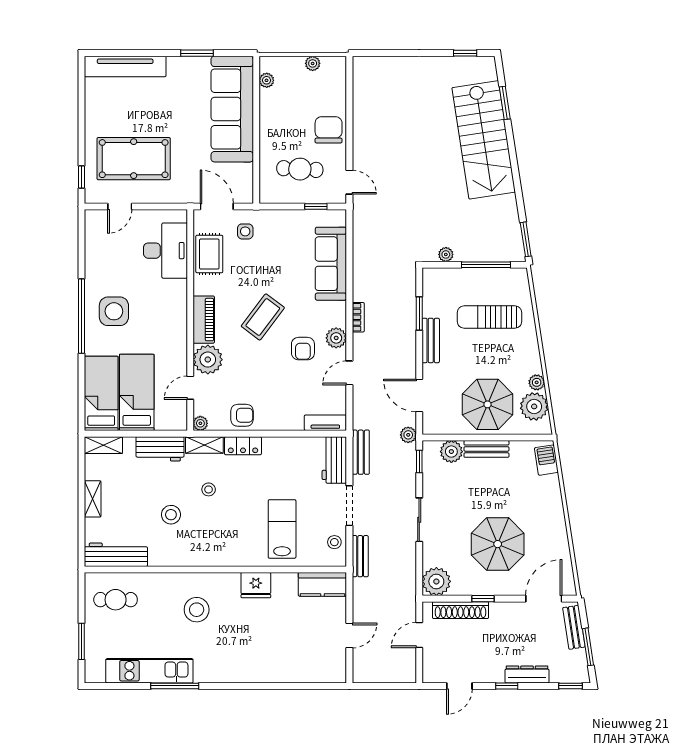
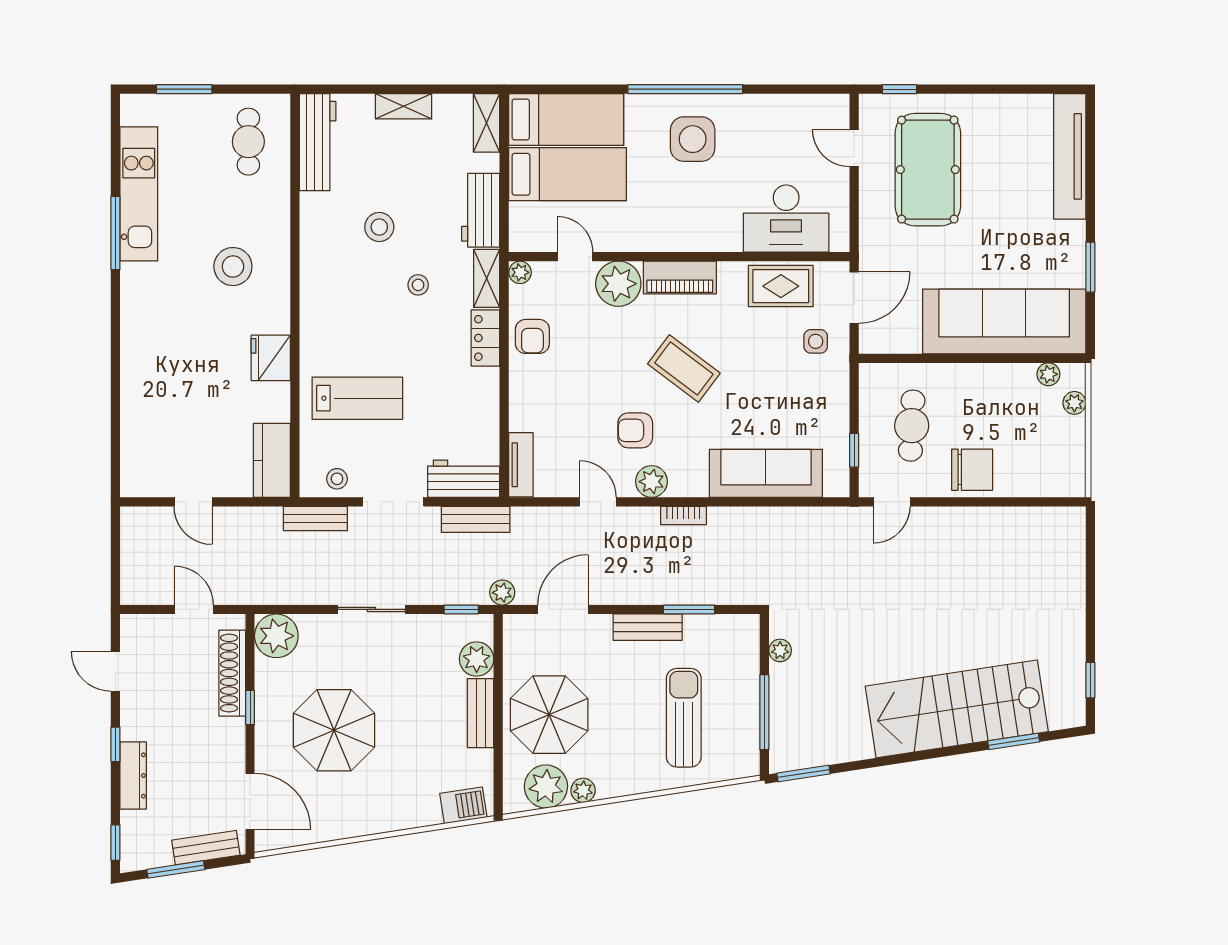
plant: (313, 63) -> (1074, 403), moved

